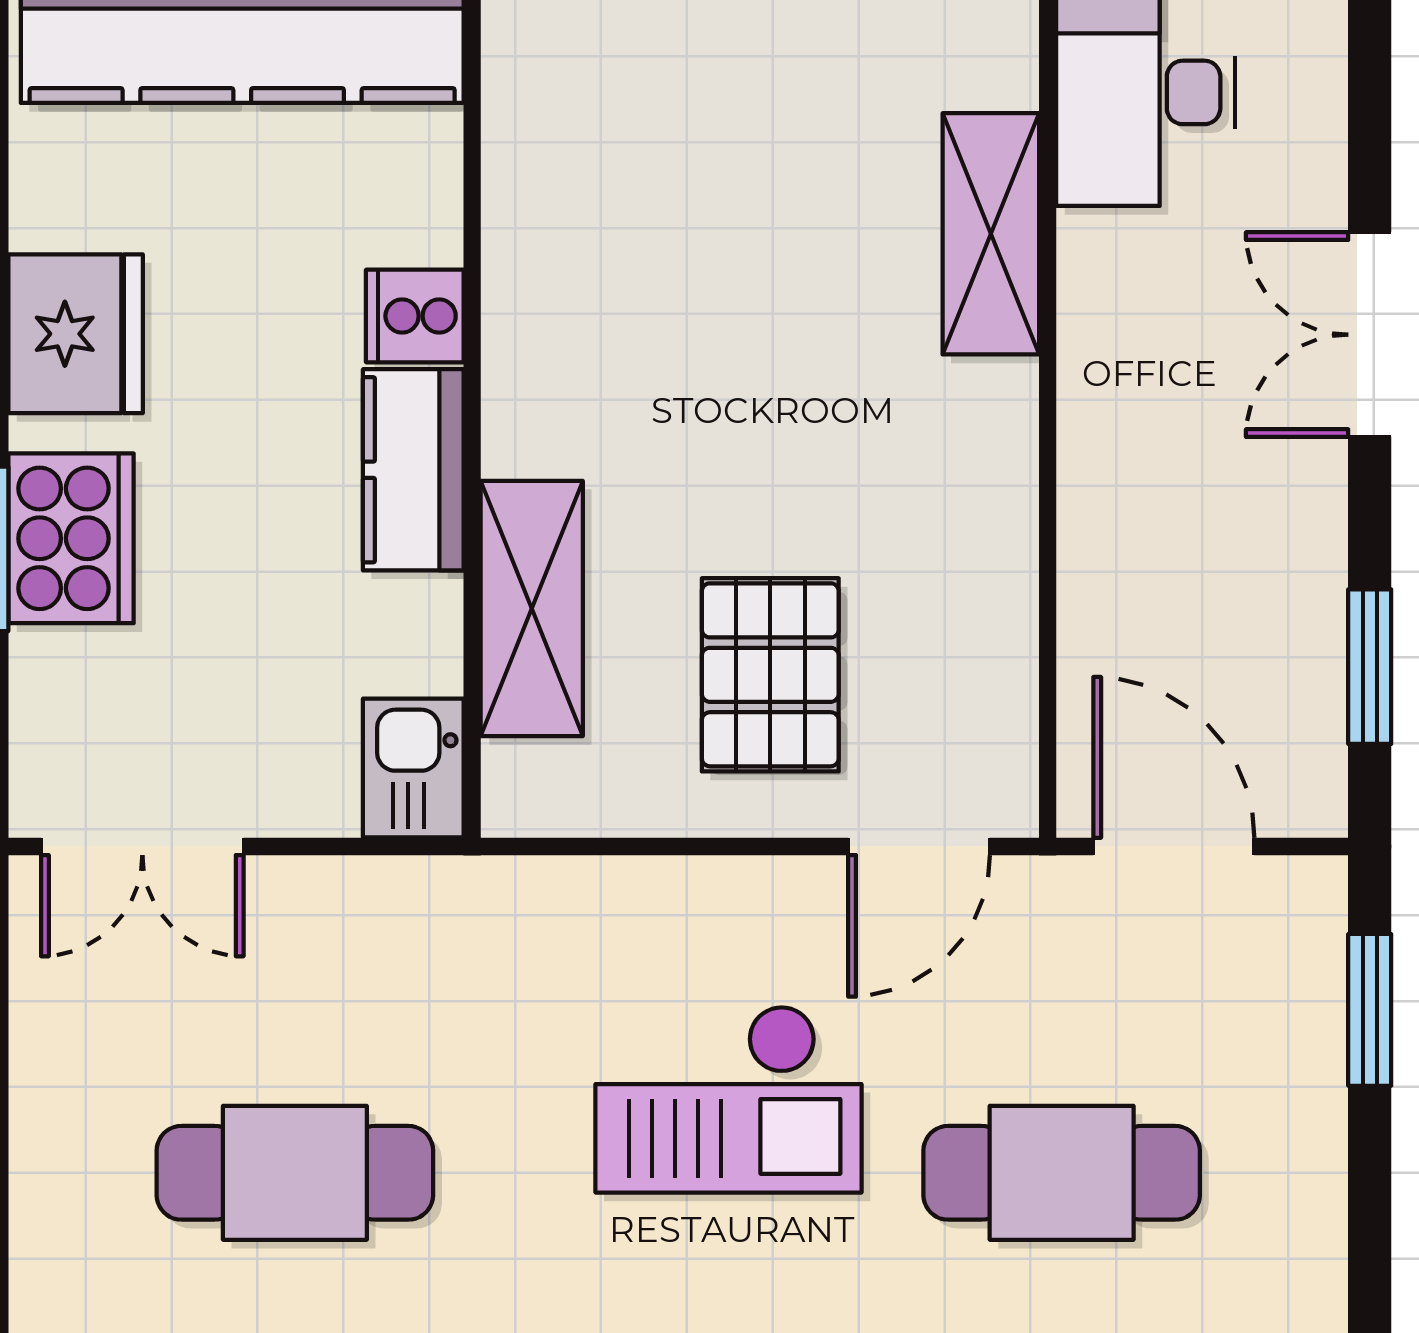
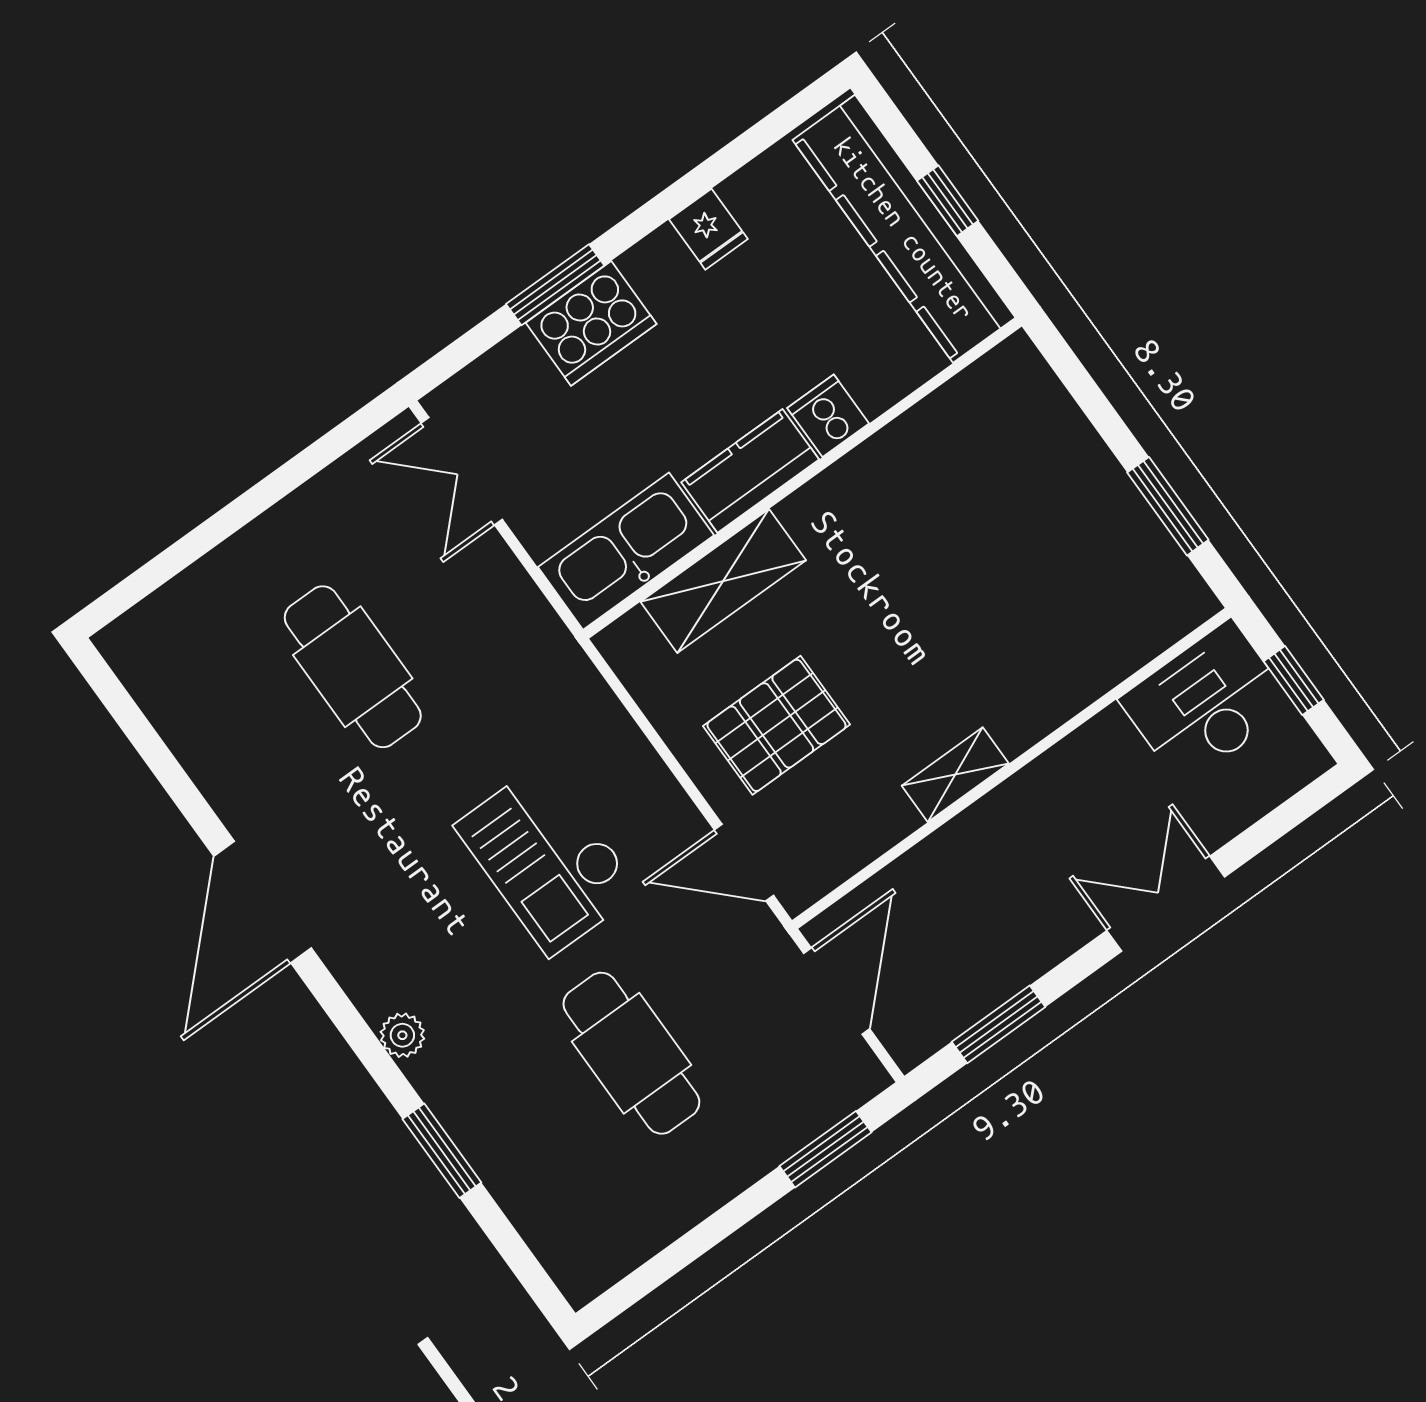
shelving: (991, 234) -> (955, 775), moved, width x0.67, depth x0.75
fridge: (76, 334) -> (708, 229), width x0.53, depth x0.75
kitchen sink: (413, 768) -> (626, 551), width x1.87, depth x1.24

